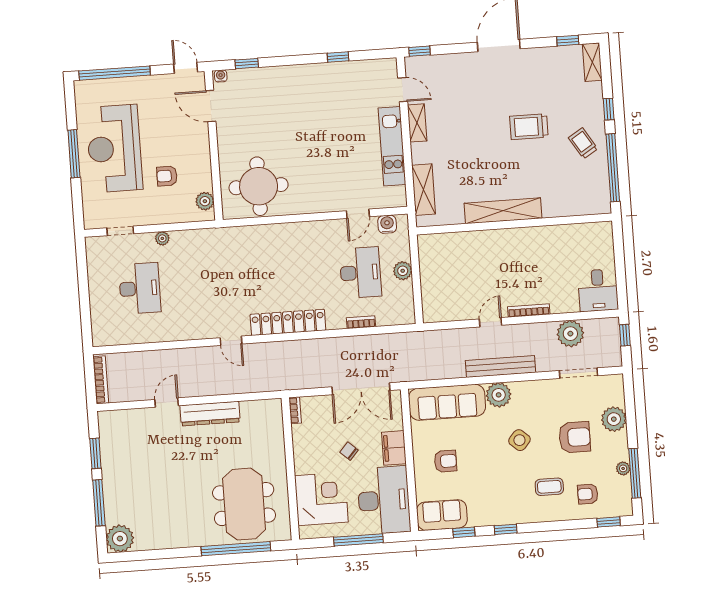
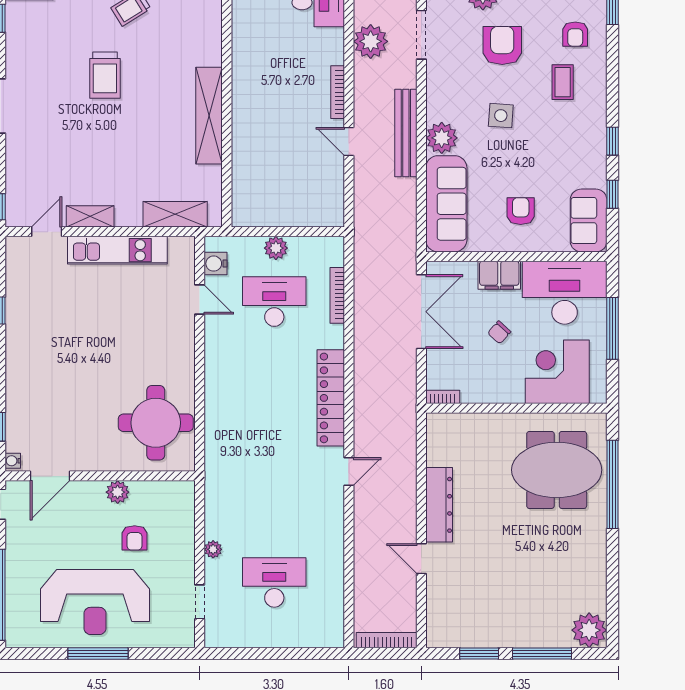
plant: (205, 201) -> (118, 492), moved
bookcase: (361, 322) -> (337, 295), width x1.56
side table: (519, 440) -> (501, 116), turned -37

